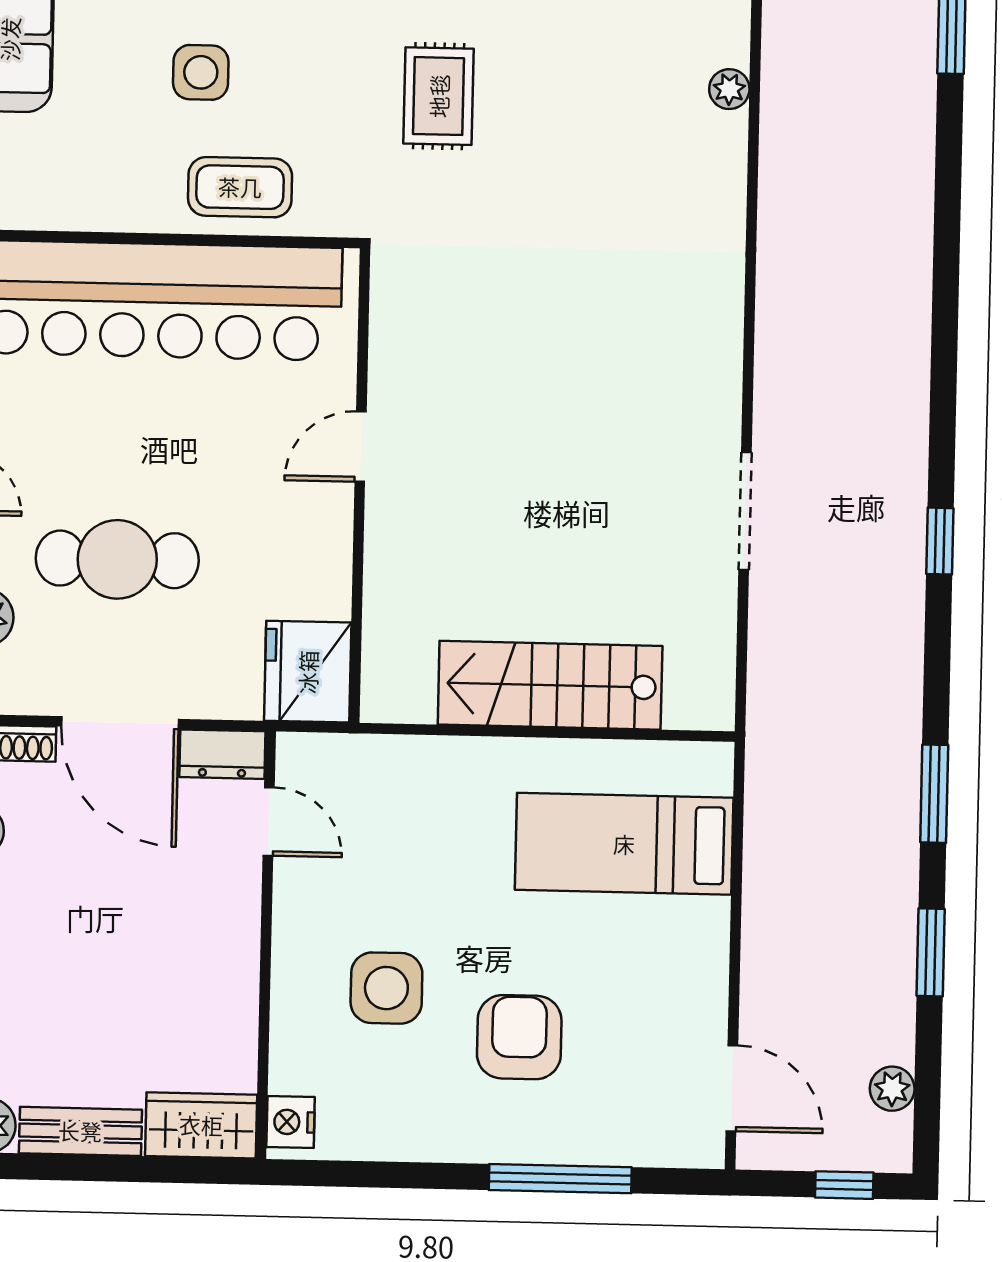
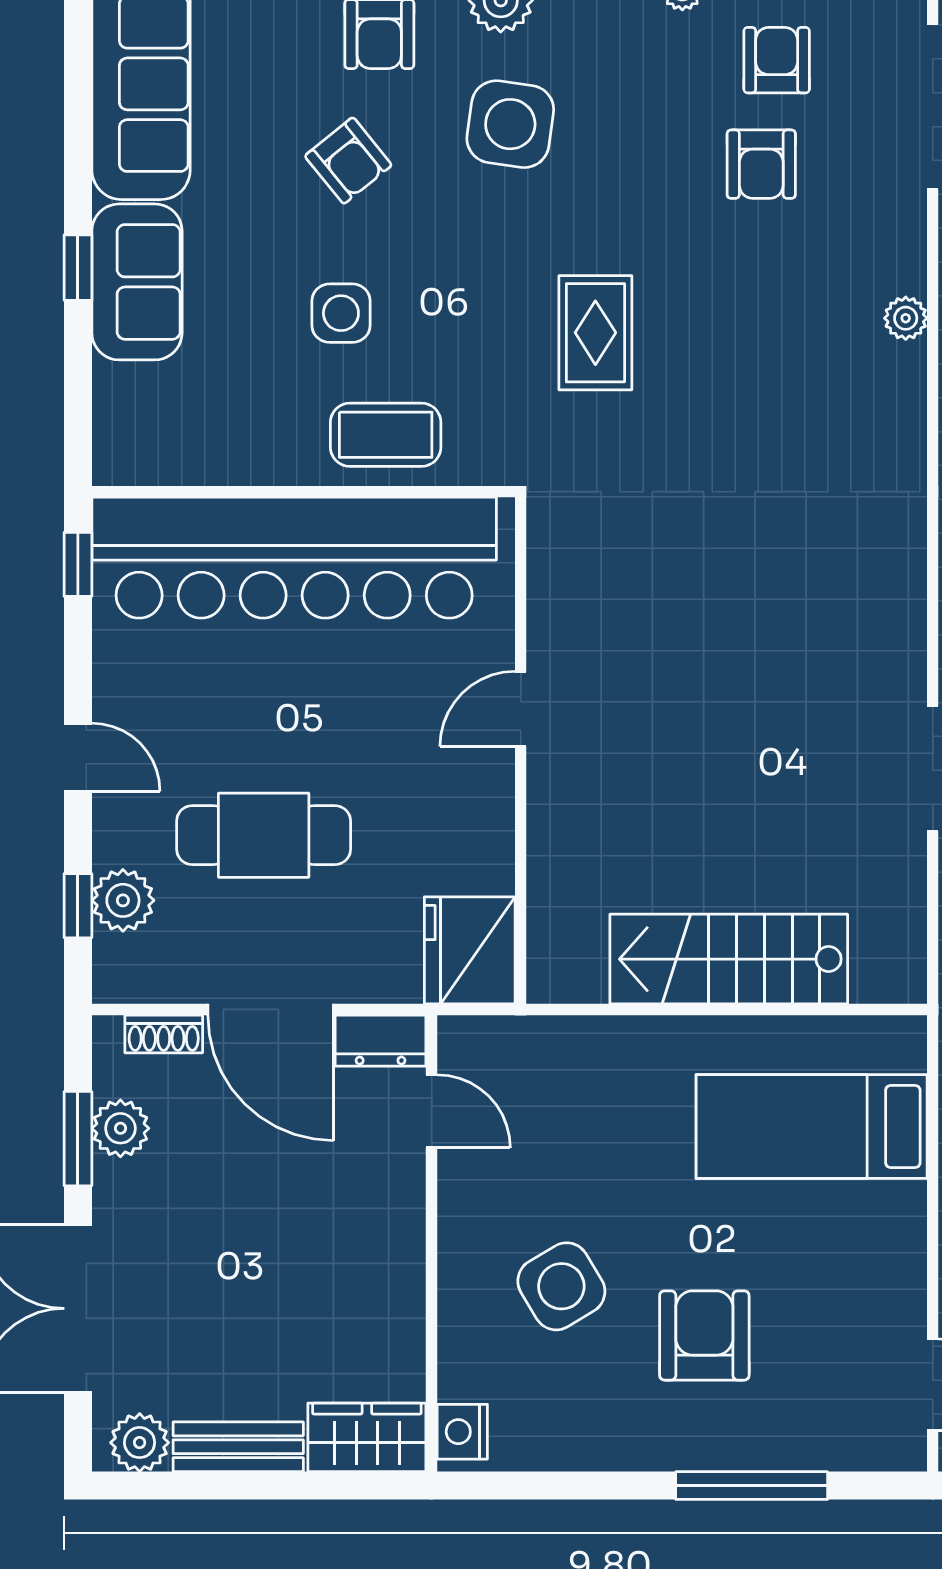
side table: (386, 988) -> (561, 1286), turned -31

